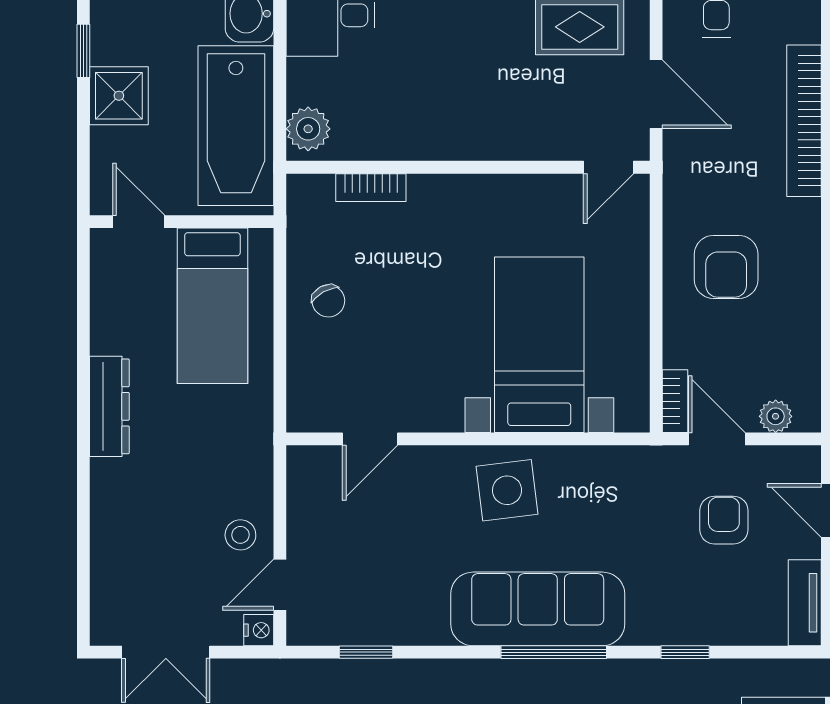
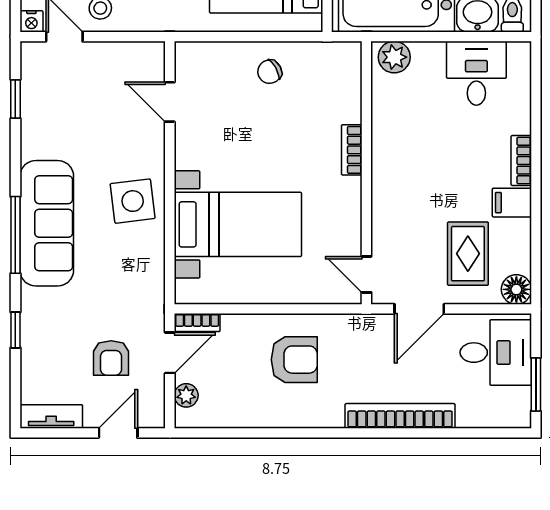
bookcase: (371, 188) -> (352, 150), moved
armchair: (726, 267) -> (294, 360), turned 180
armchair: (724, 520) -> (111, 358), turned 90

